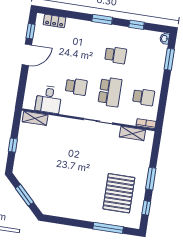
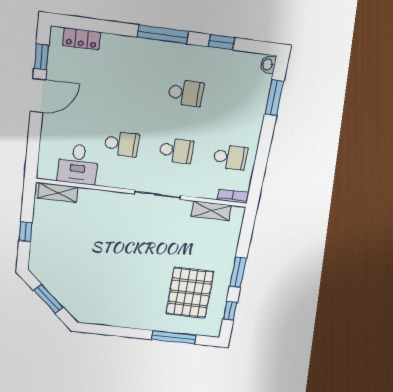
window: (102, 19) -> (163, 34), width x1.44
school desk: (110, 92) -> (176, 151), width x0.54

